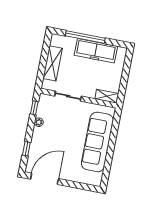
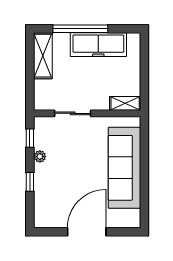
shelving: (53, 63) -> (43, 56), moved
window: (26, 149) -> (30, 182), moved
door: (45, 179) -> (87, 232), moved

